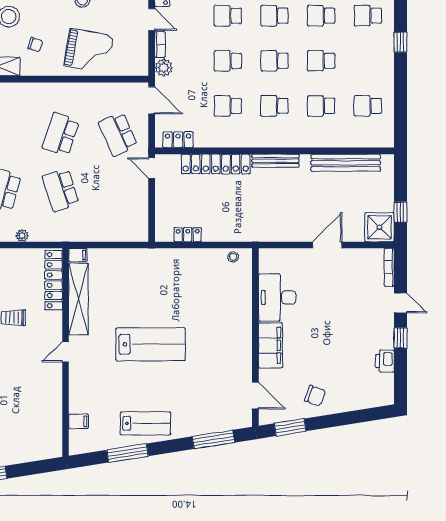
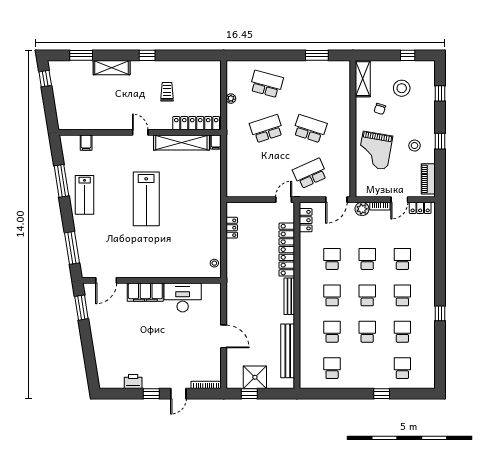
shower: (379, 227) -> (255, 377), moved
chair: (315, 396) -> (106, 327), removed

